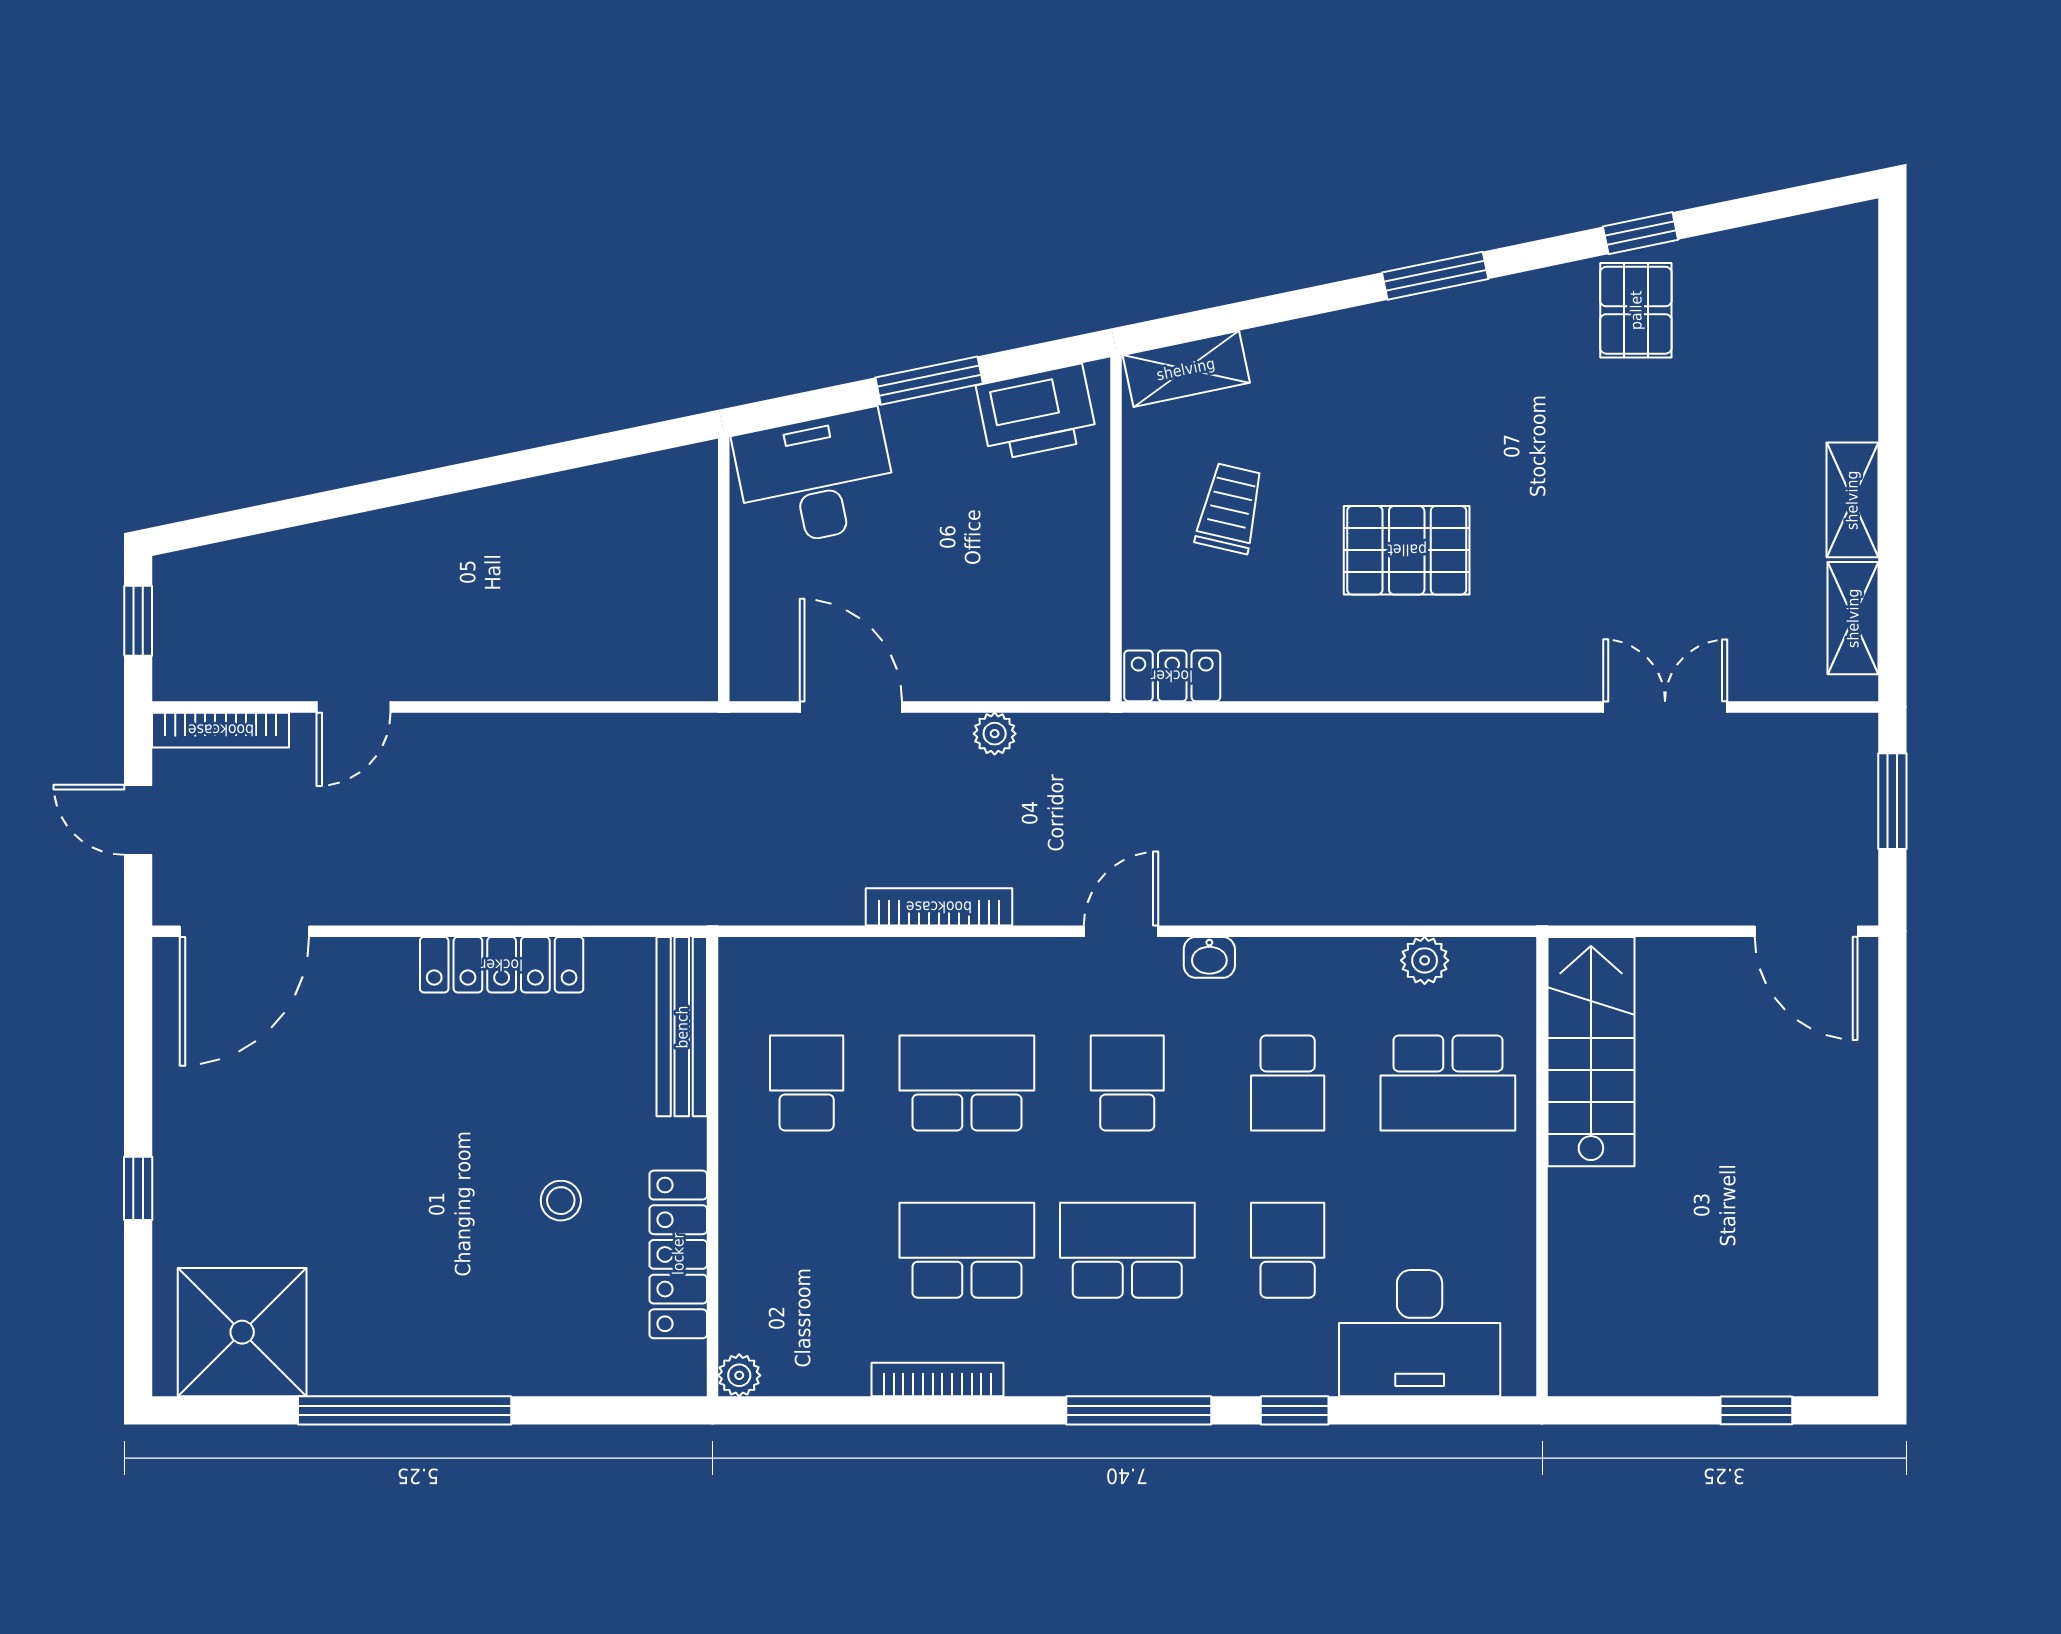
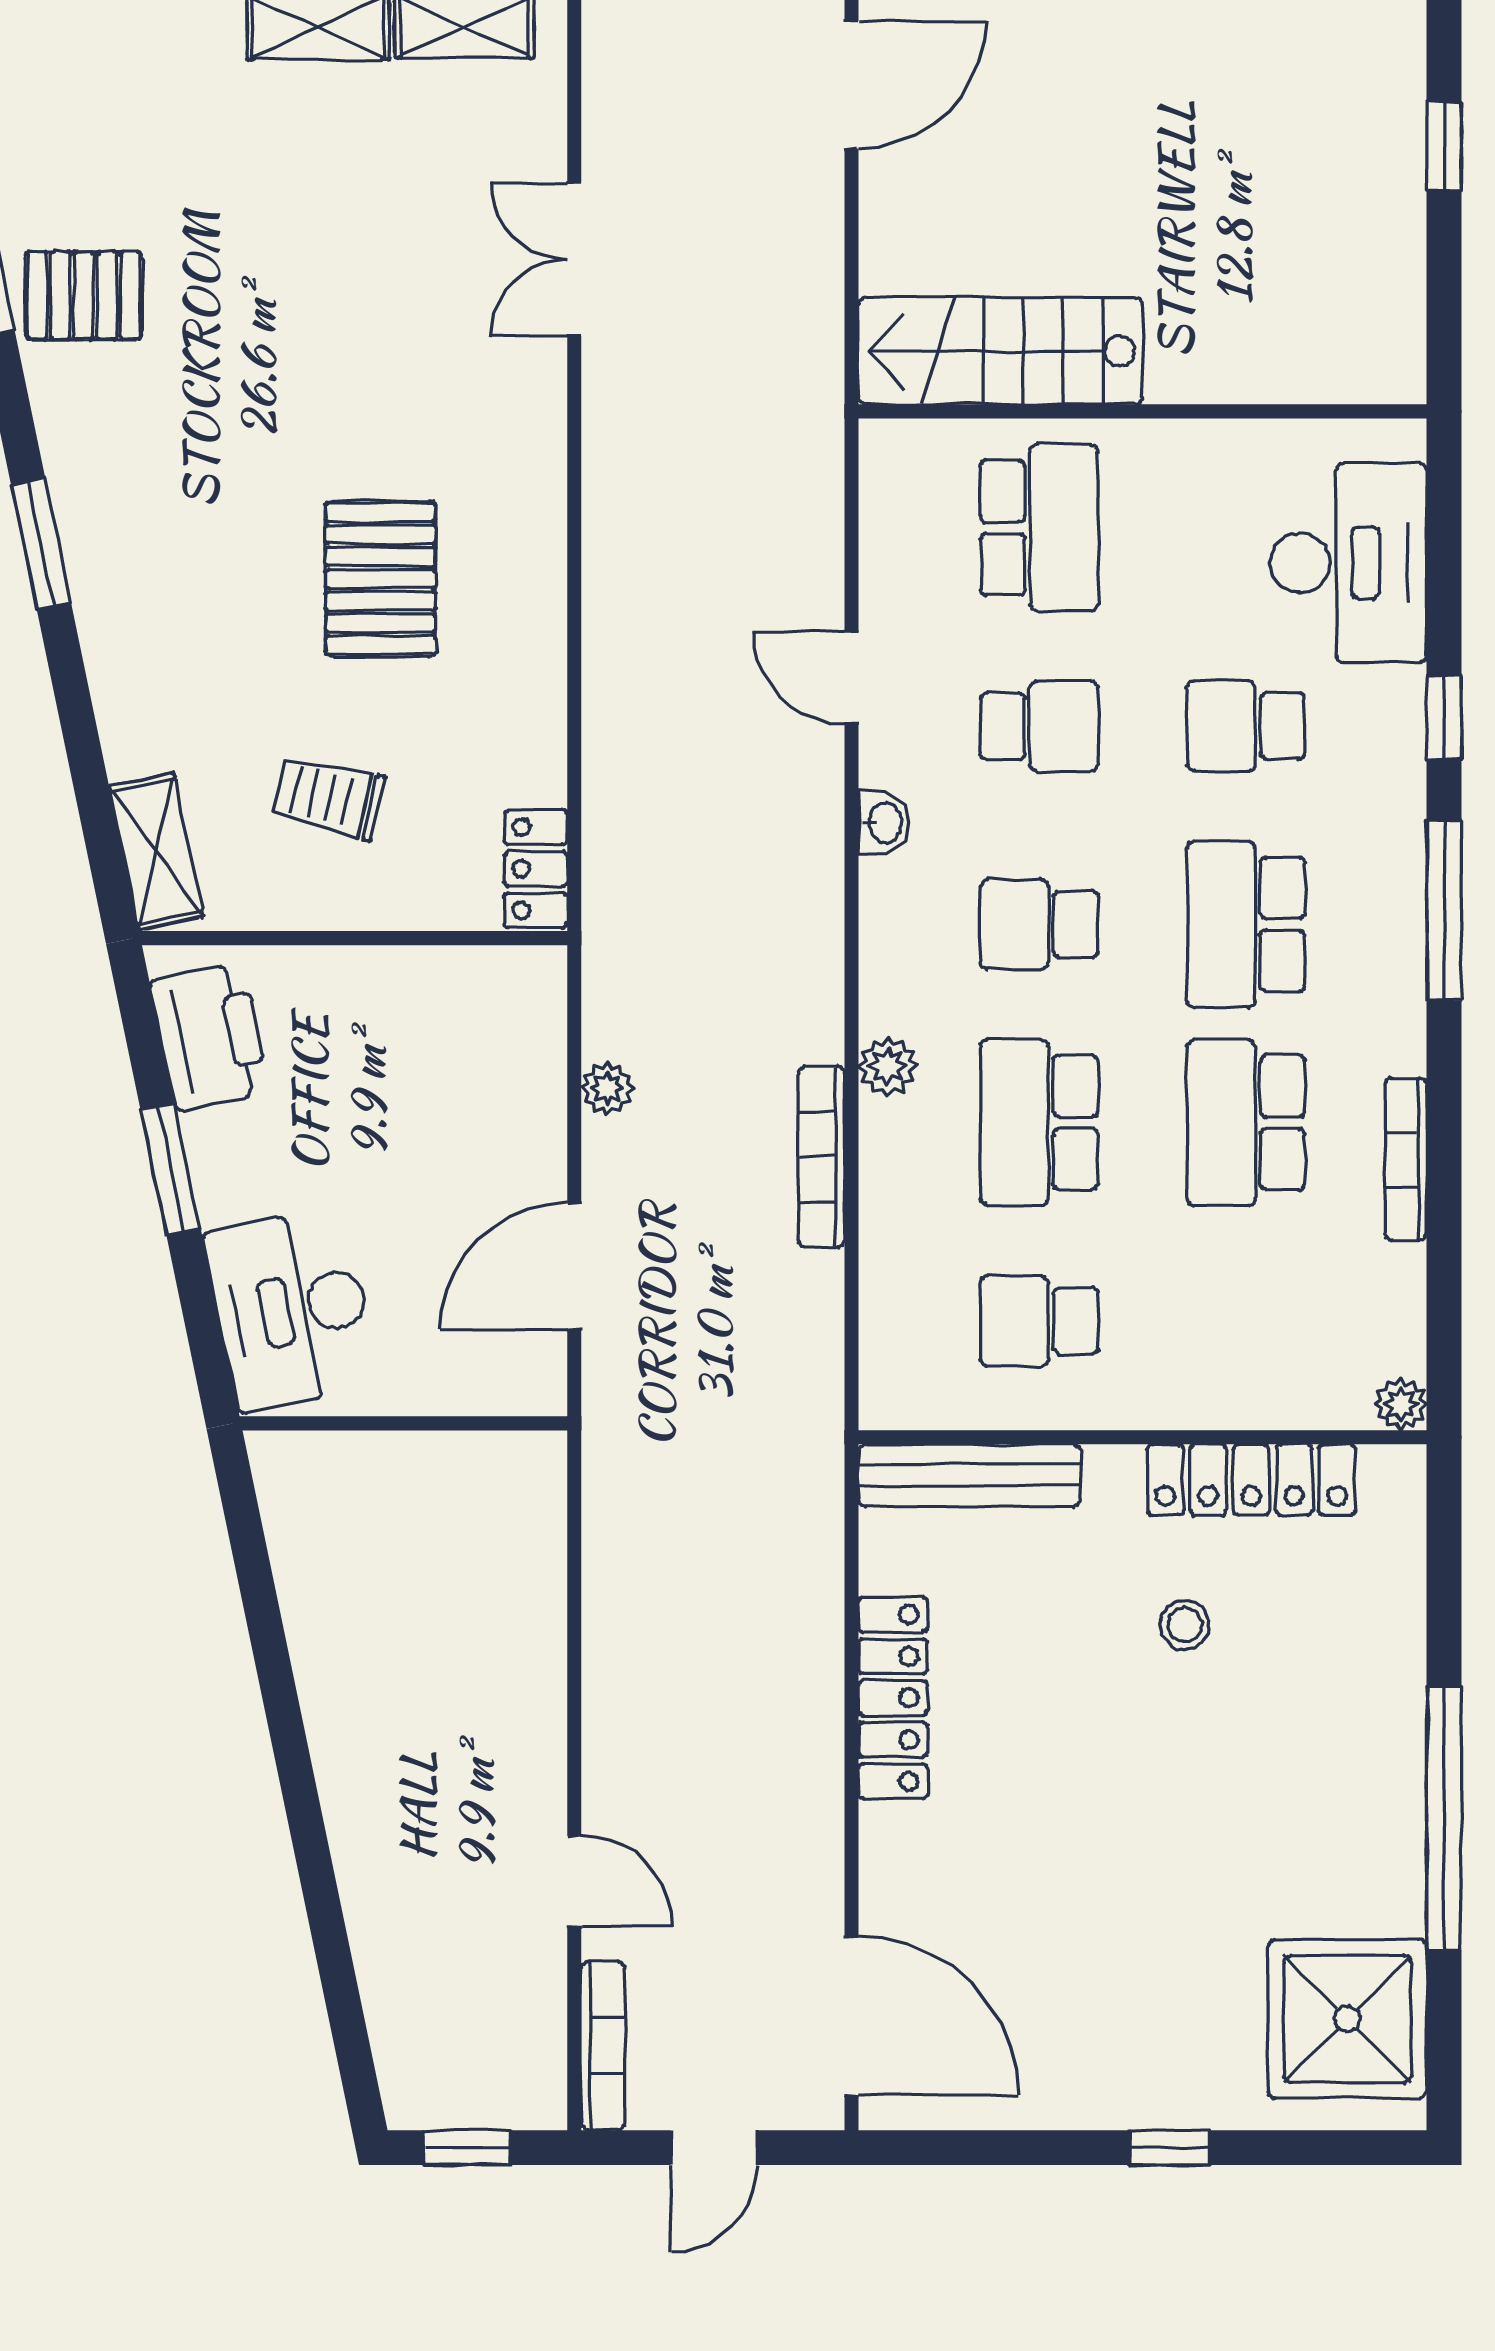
door: (1121, 931) -> (851, 678), moved
plant: (1425, 960) -> (888, 1066), moved

